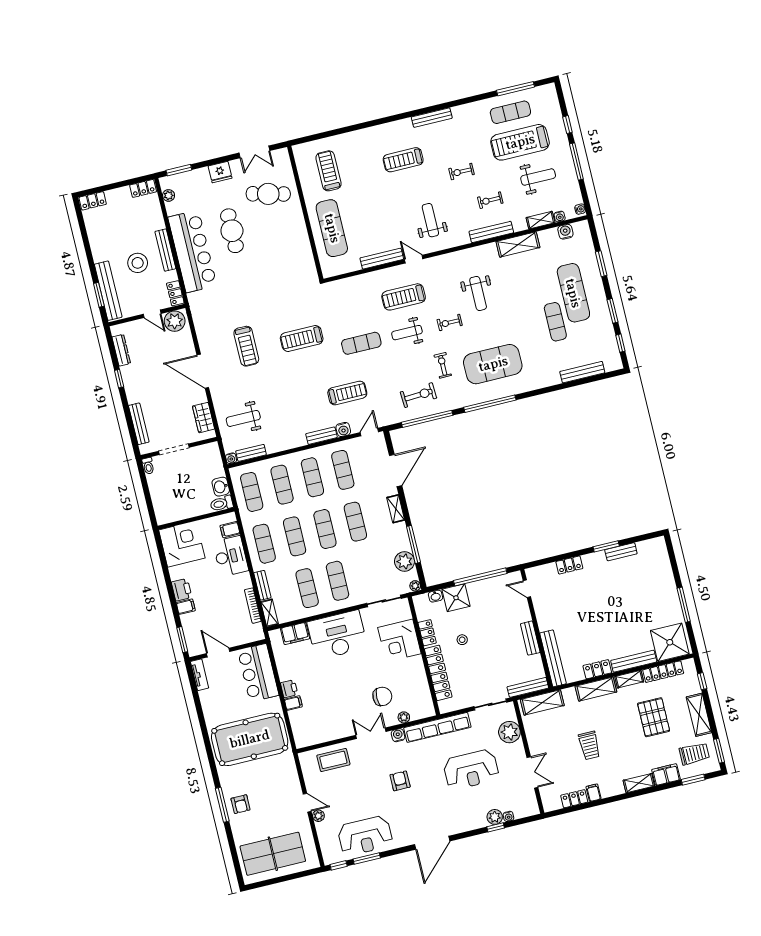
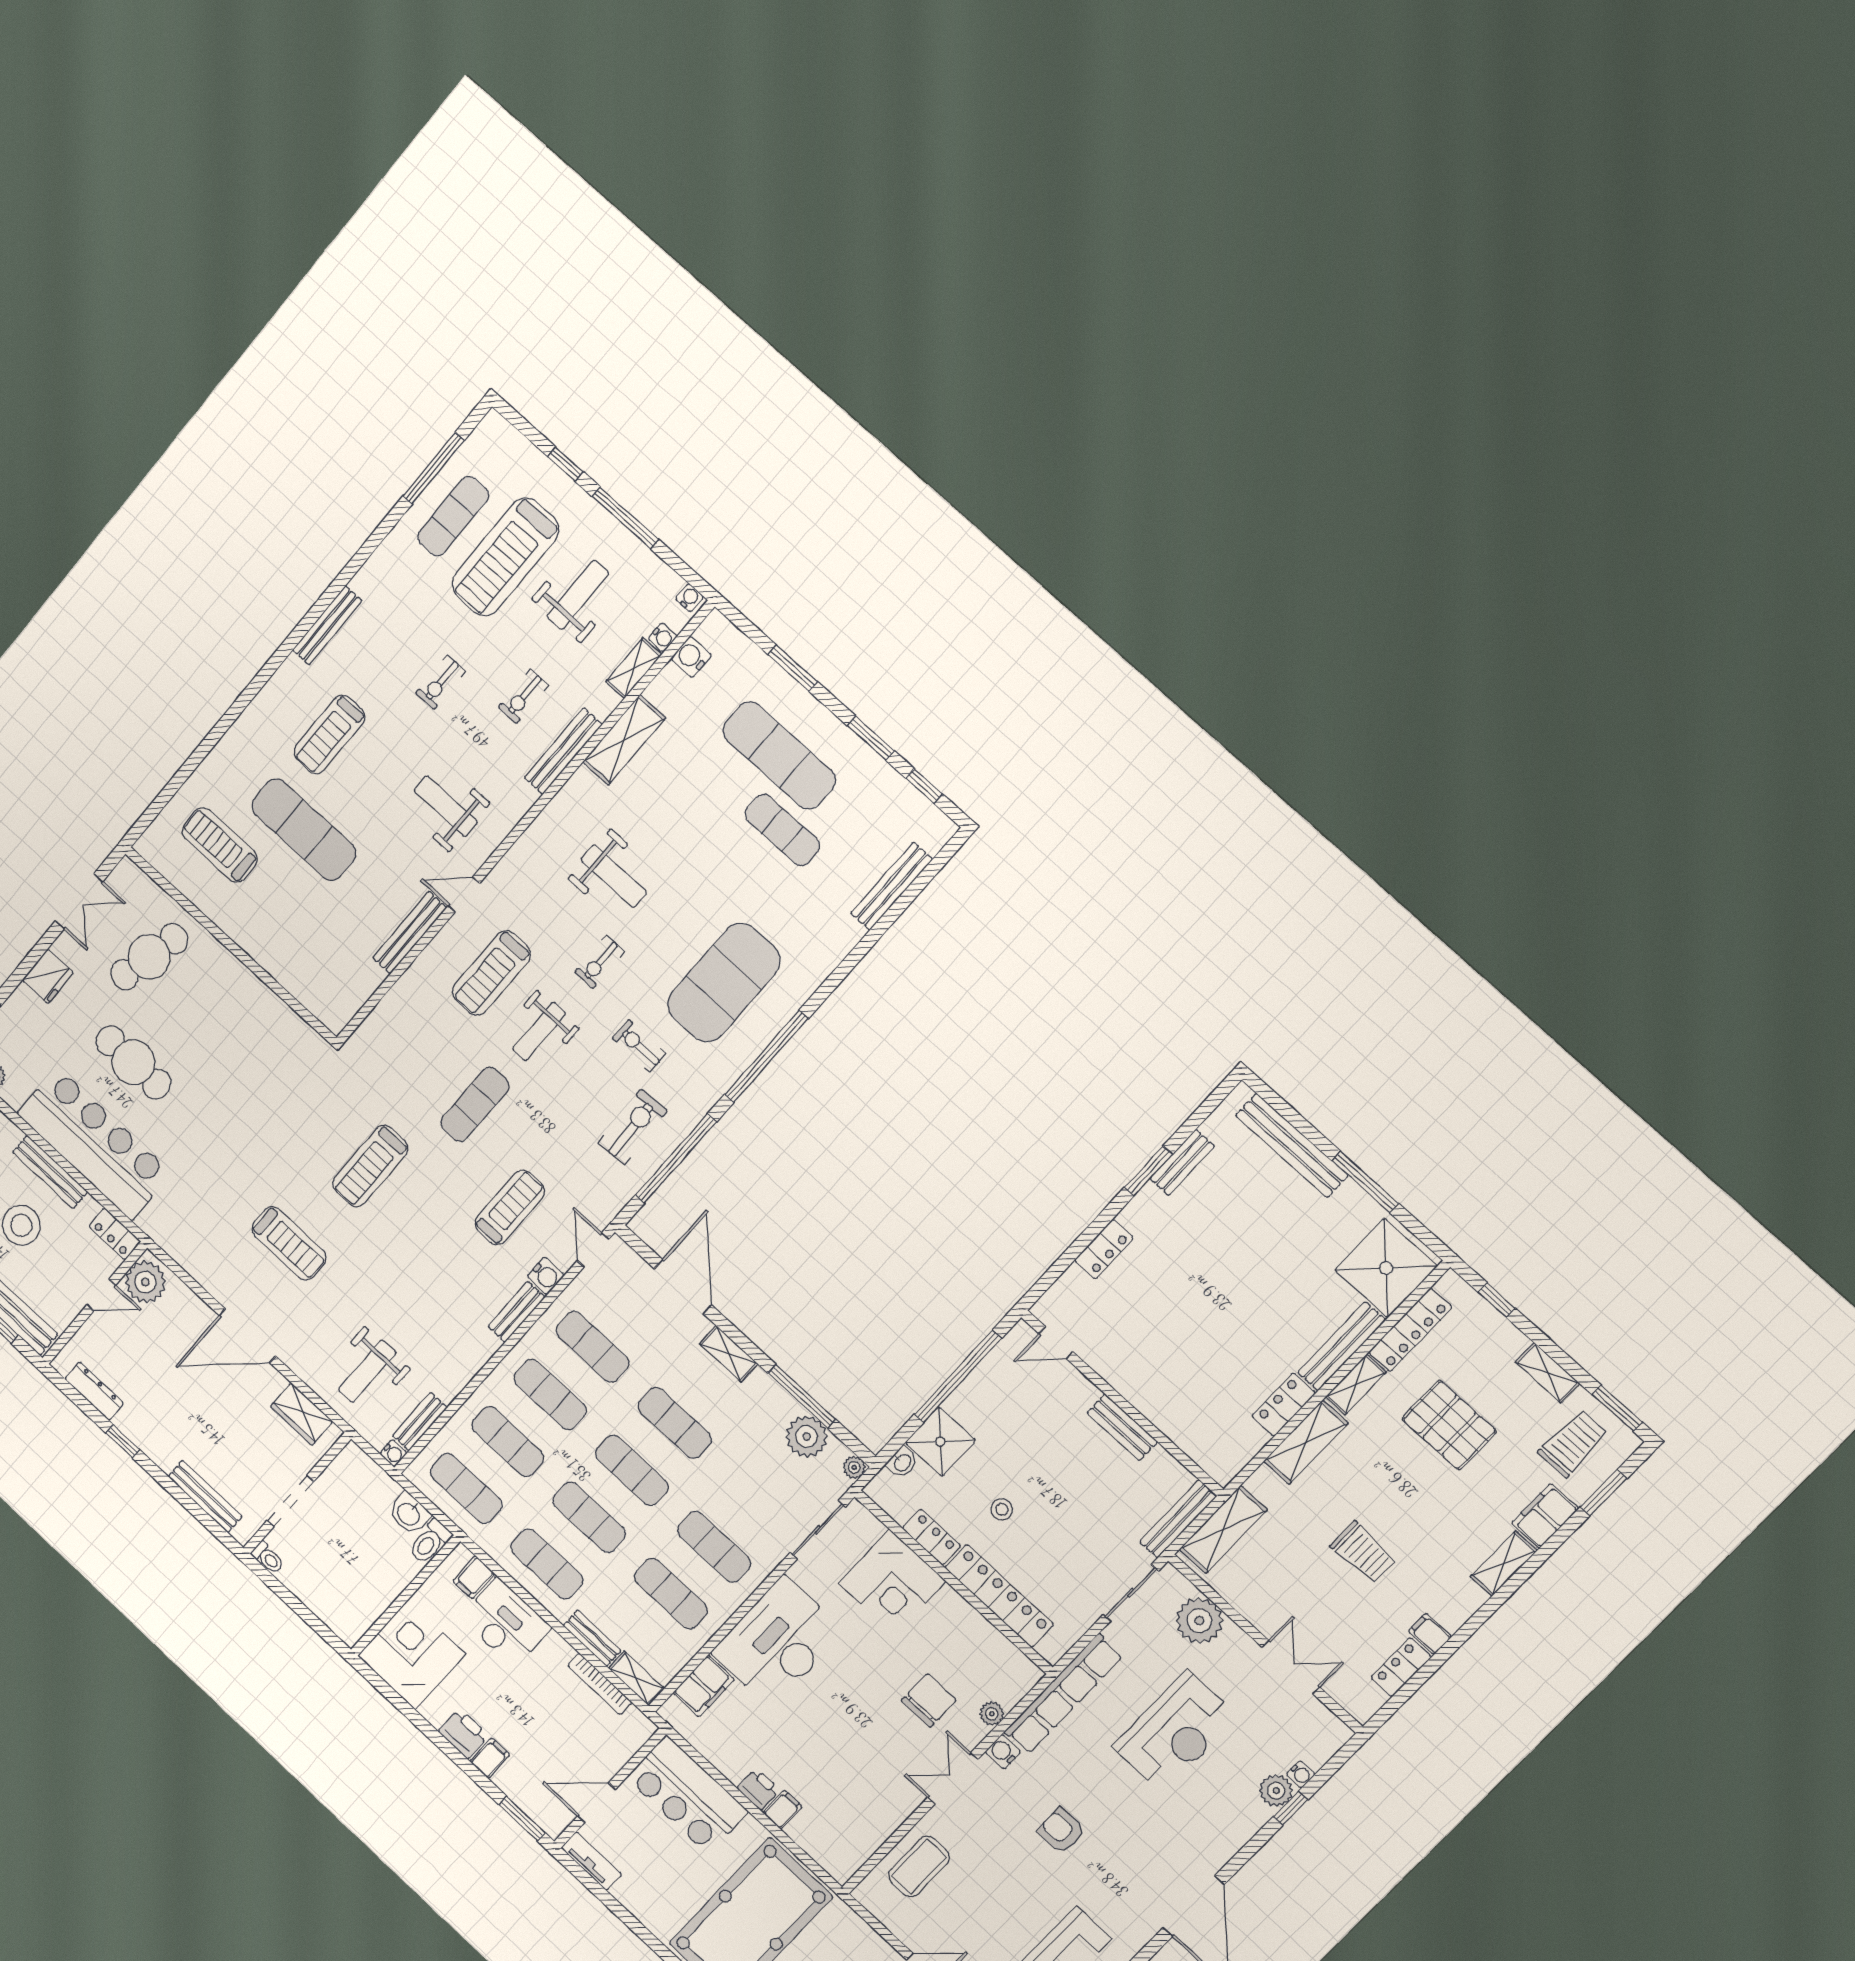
exercise mat: (332, 228) -> (304, 830), moved
bench: (553, 658) -> (1292, 1145), moved
shelving: (699, 715) -> (1548, 1373), width x0.67, depth x0.75

